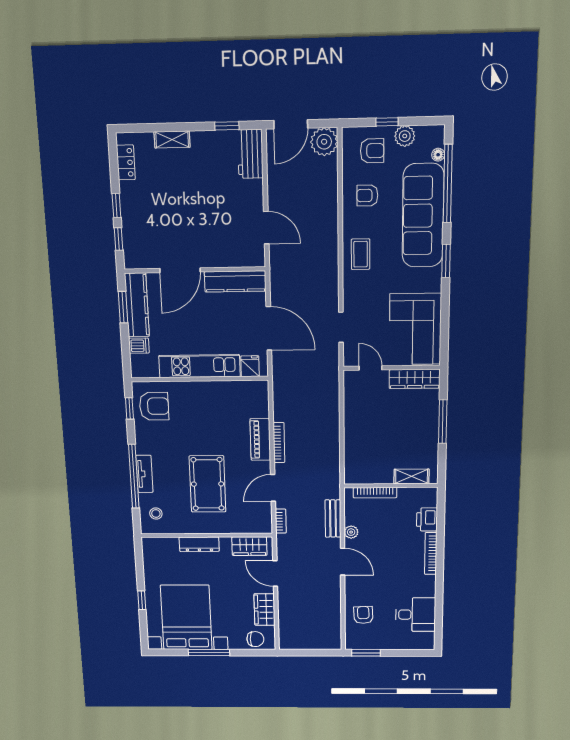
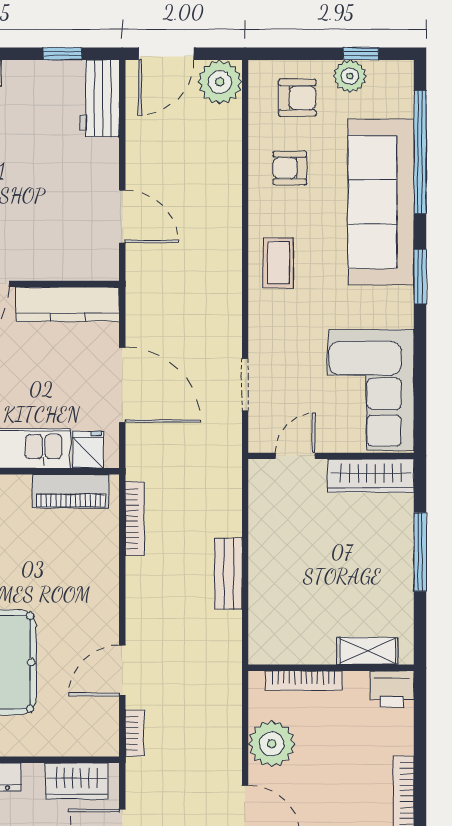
window: (387, 122) -> (361, 54), moved
floor lamp: (438, 155) -> (404, 106), removed
door: (371, 368) -> (295, 456), hinge flipped
piano: (260, 439) -> (71, 491), moved, turned -90
bookcase: (279, 443) -> (135, 519), moved
bench: (333, 519) -> (228, 574), moved
printer: (427, 519) -> (392, 689), moved, turned -90
plant: (351, 532) -> (272, 744), width x1.88, depth x1.88

